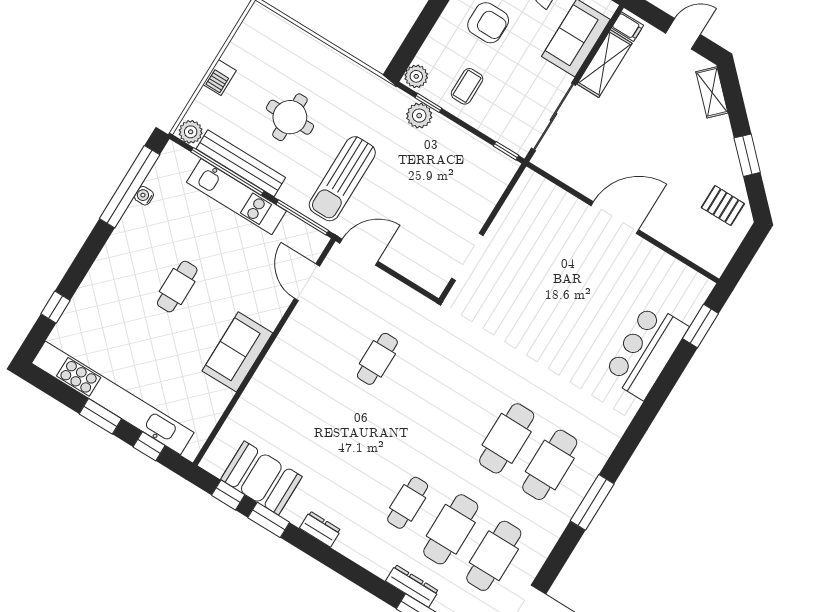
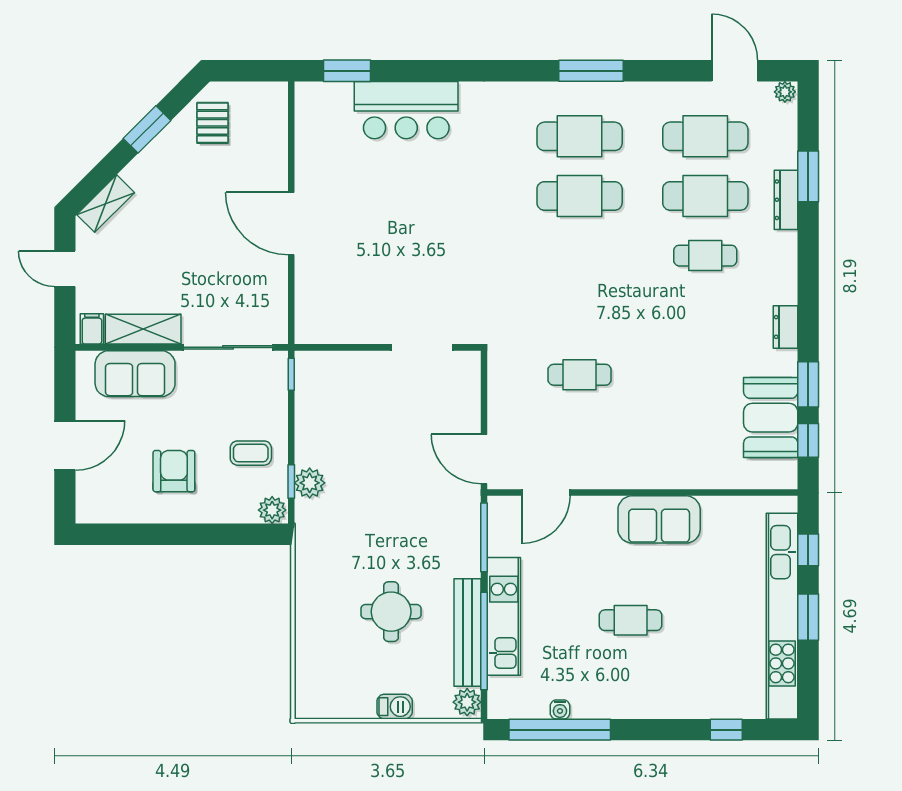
sun lounger: (342, 179) -> (420, 521), removed

